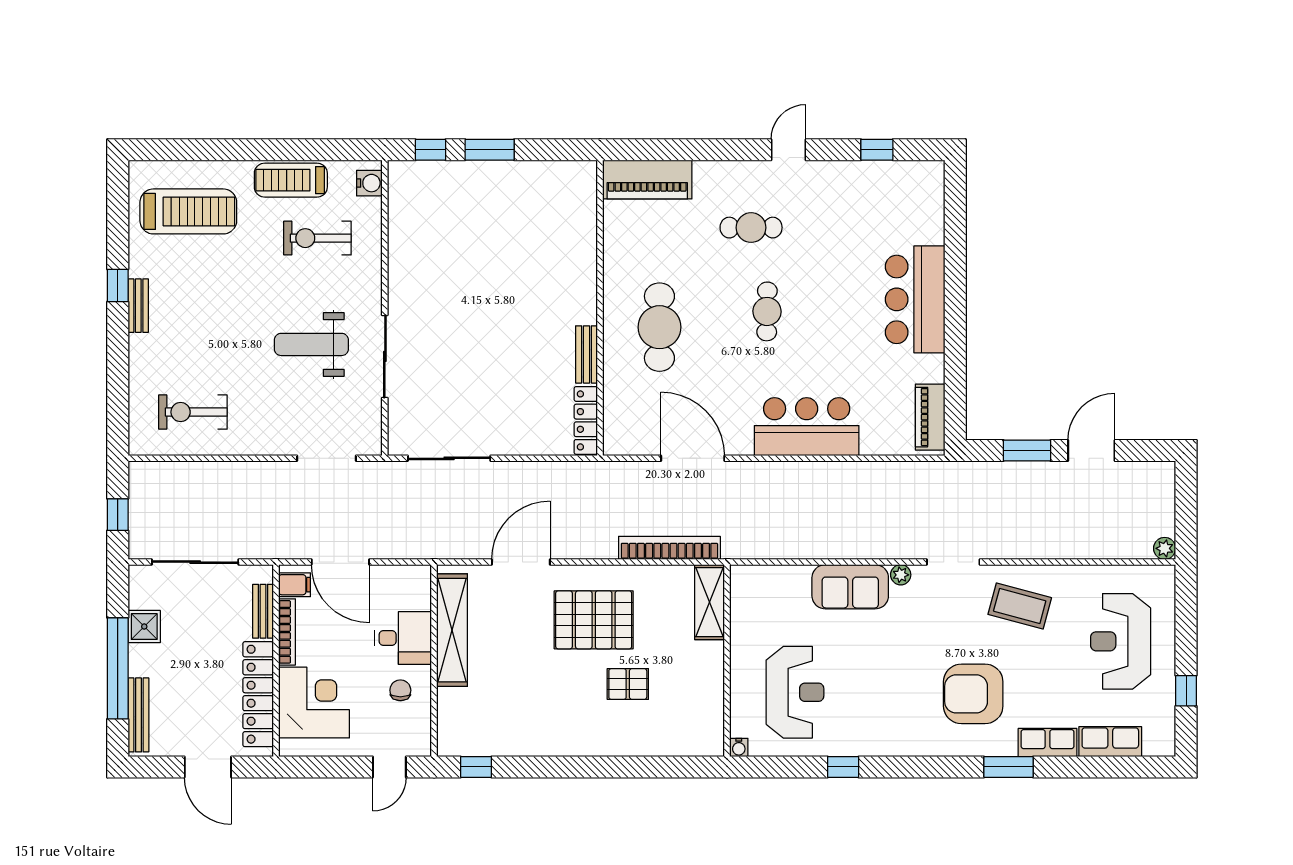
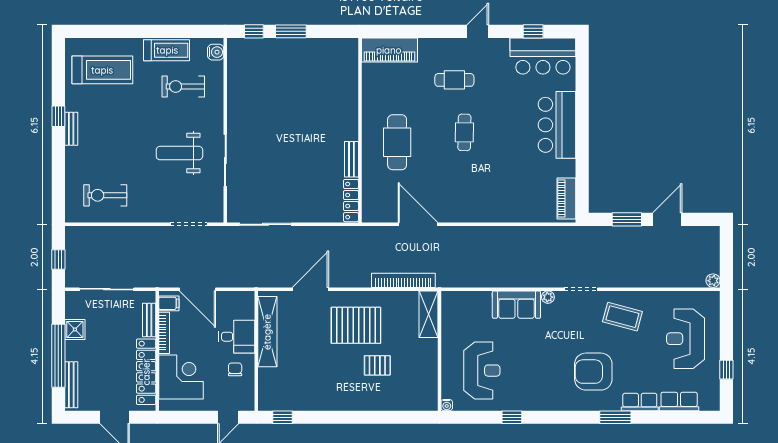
treadmill: (291, 180) -> (167, 50), turned 180
bar counter: (807, 427) -> (543, 56), moved, turned 180

